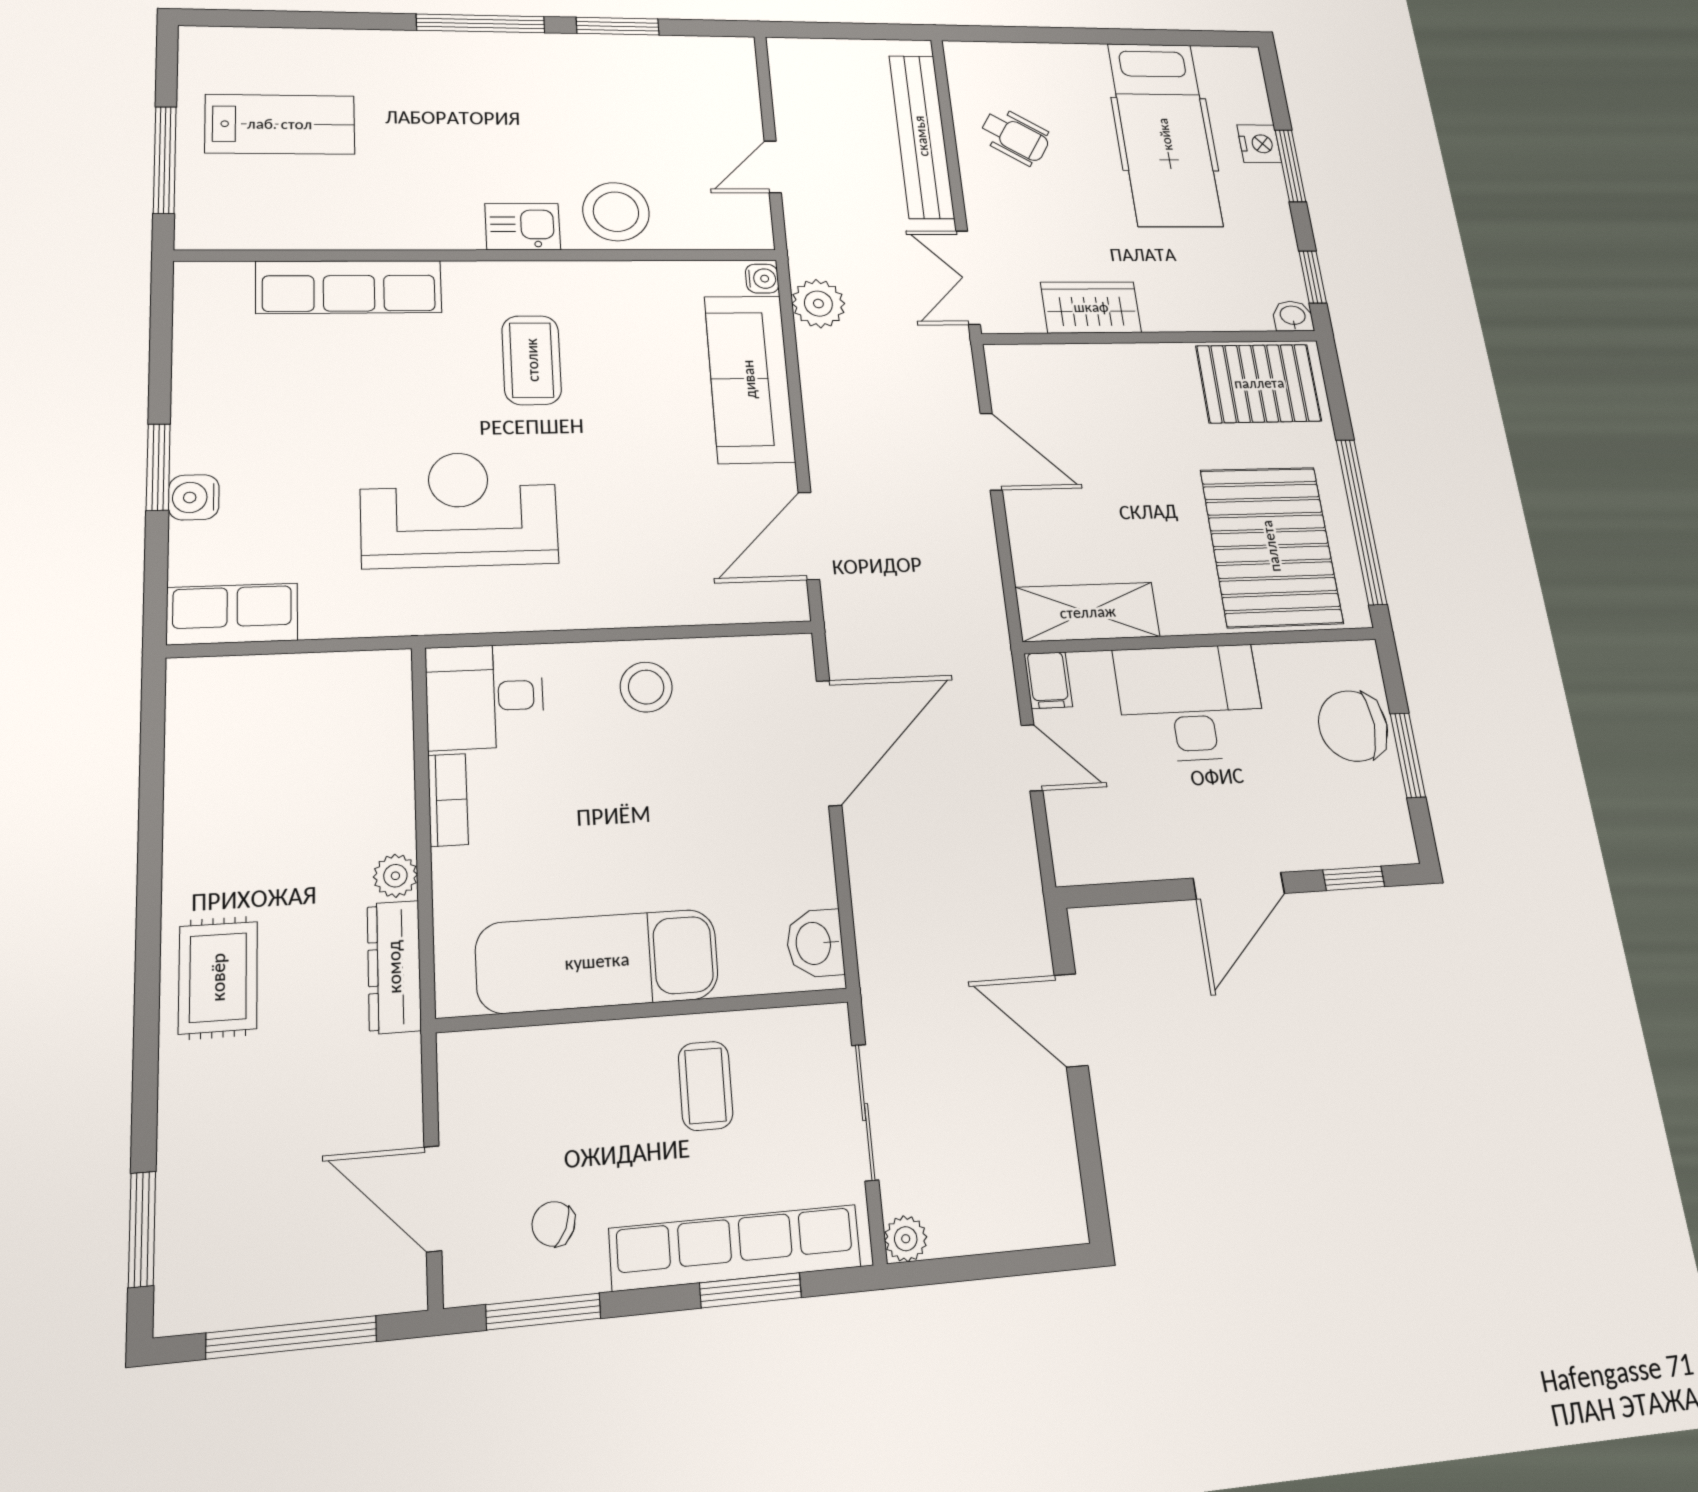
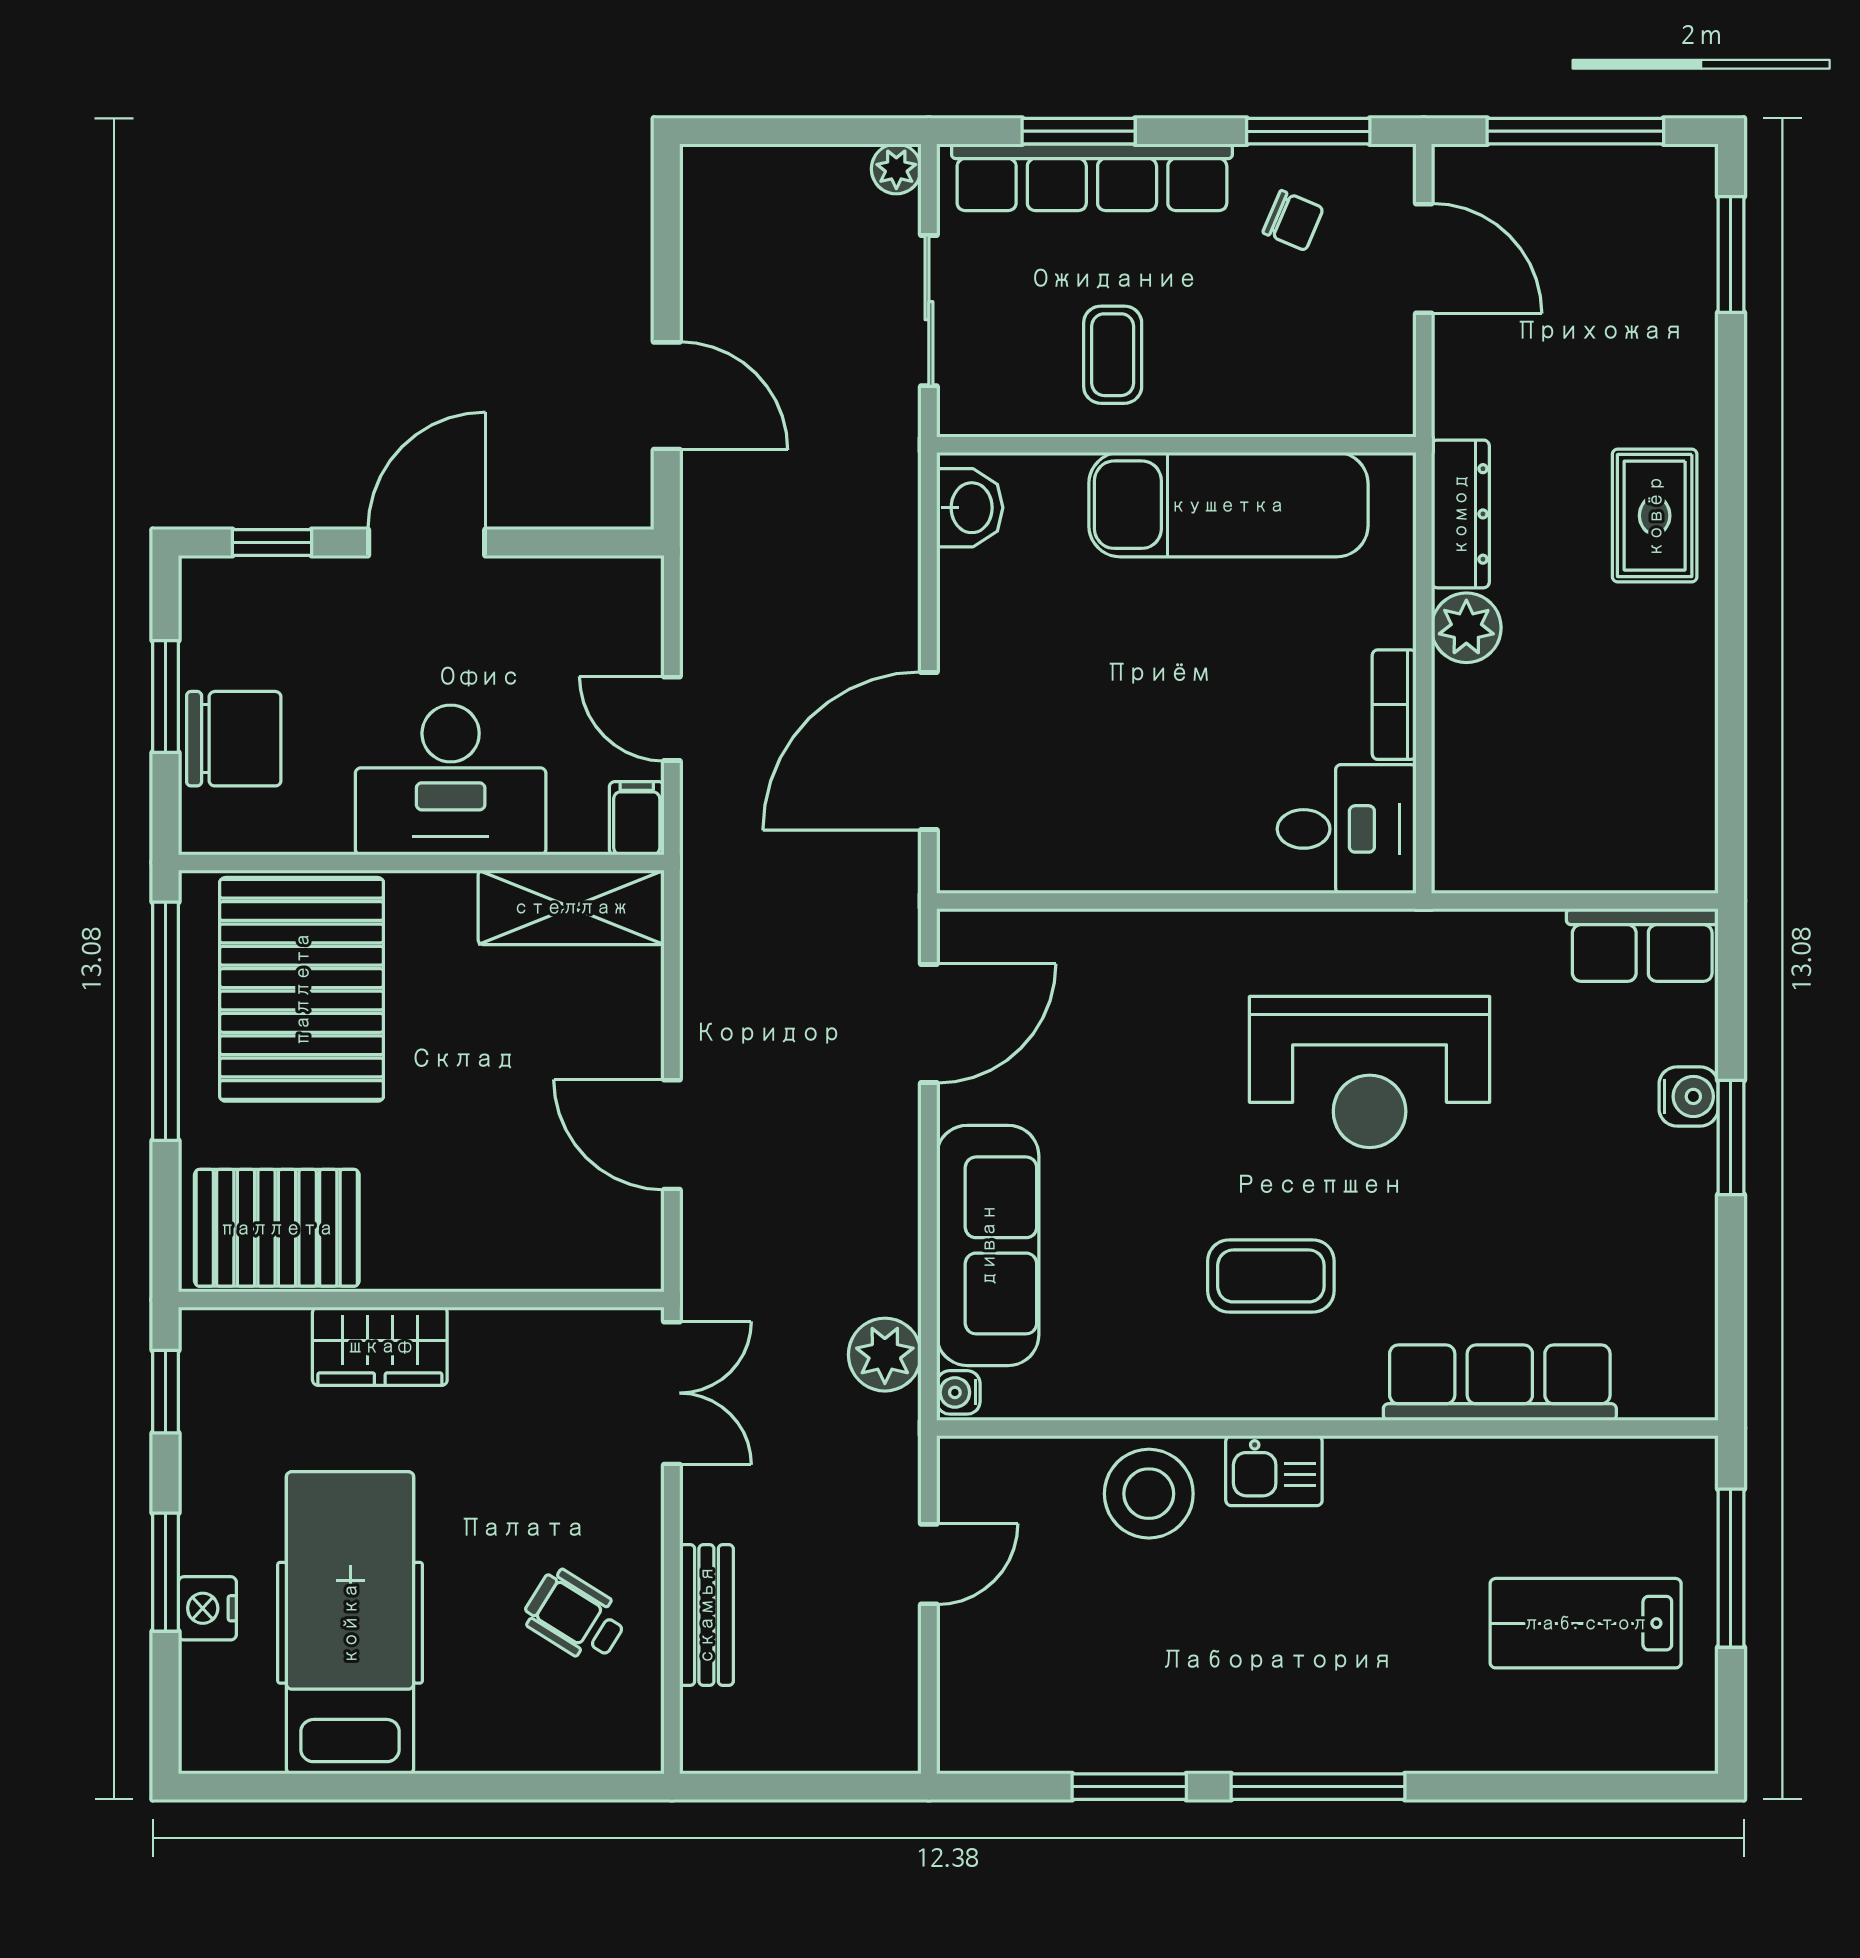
bench: (921, 136) -> (706, 1615), width x0.54, depth x0.82
wardrobe: (1091, 307) -> (380, 1346), moved
washbasin: (1293, 316) -> (207, 1330), removed
coffee table: (532, 360) -> (1271, 1276), turned 90
stool: (646, 687) -> (1151, 832), removed
plant: (395, 876) -> (1466, 628), width x1.38, depth x1.38

